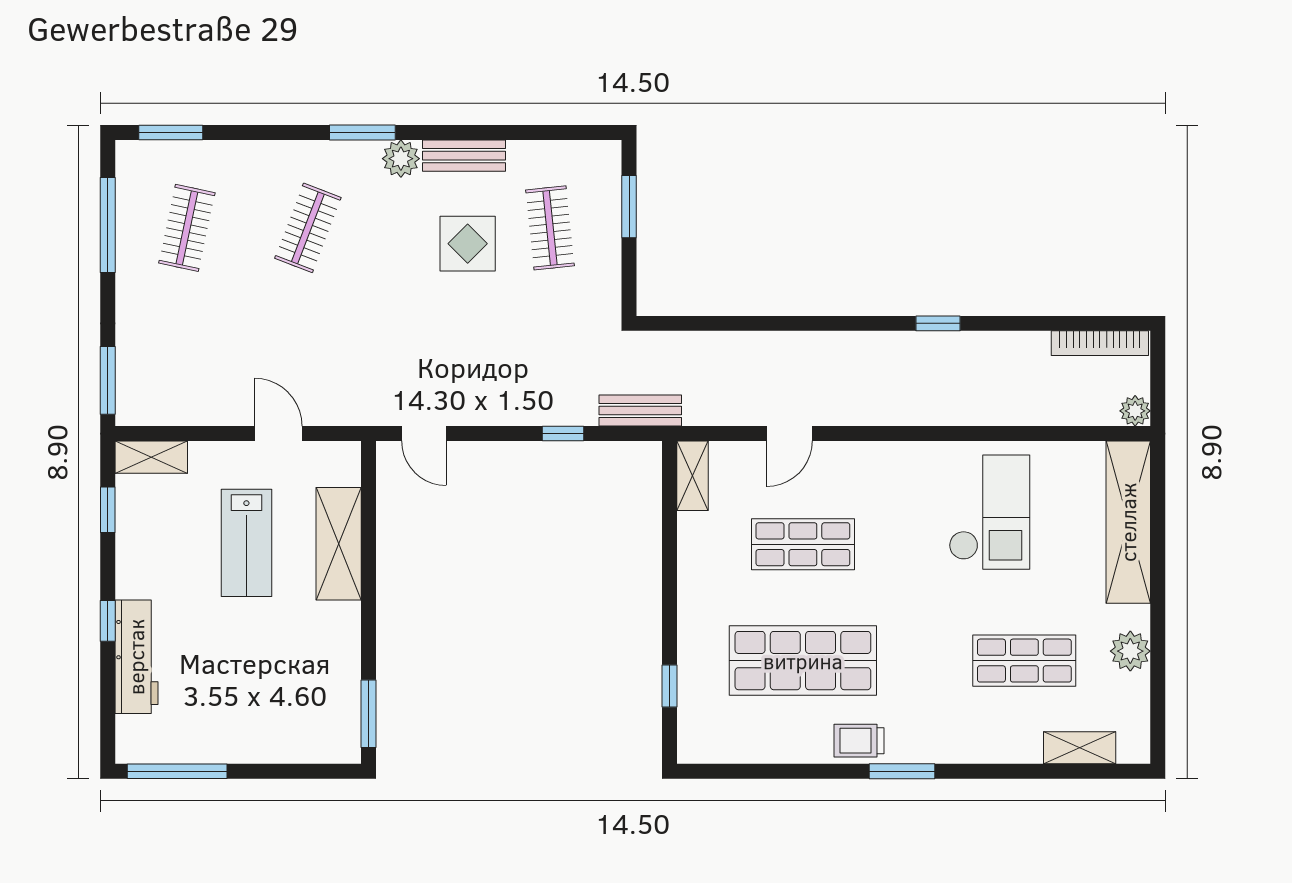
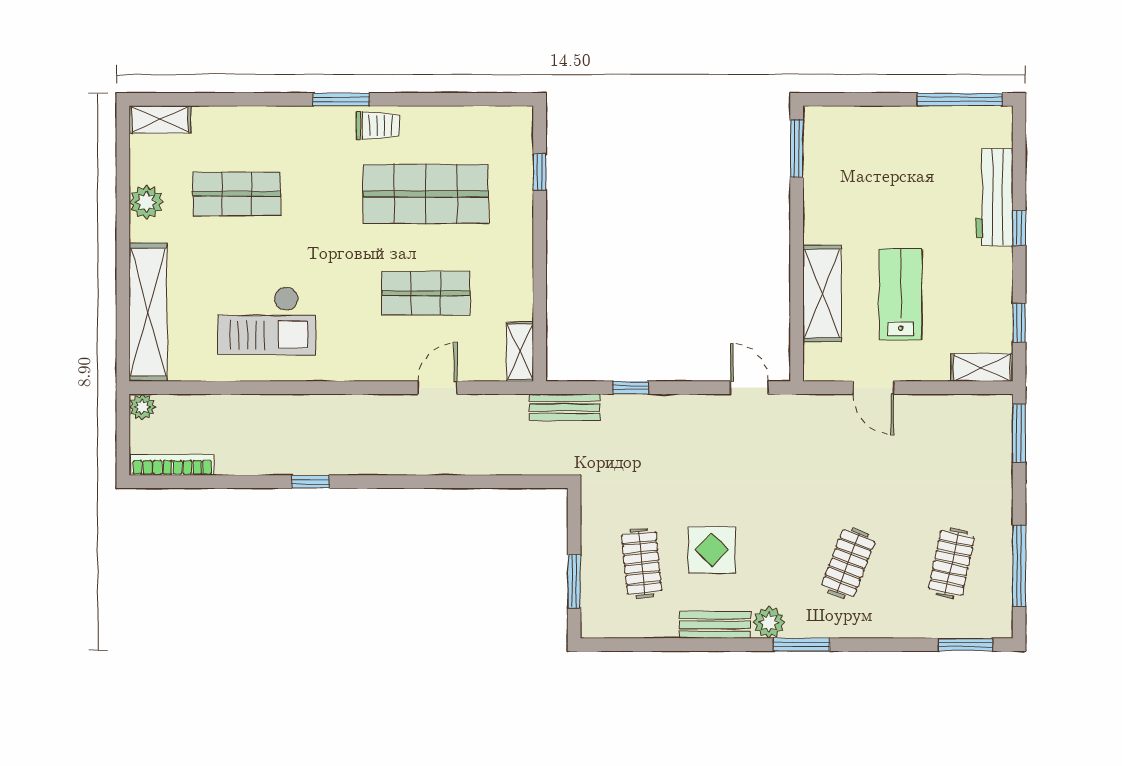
checkout: (989, 512) -> (267, 321), turned -90
shelving: (1080, 748) -> (160, 119), moved

